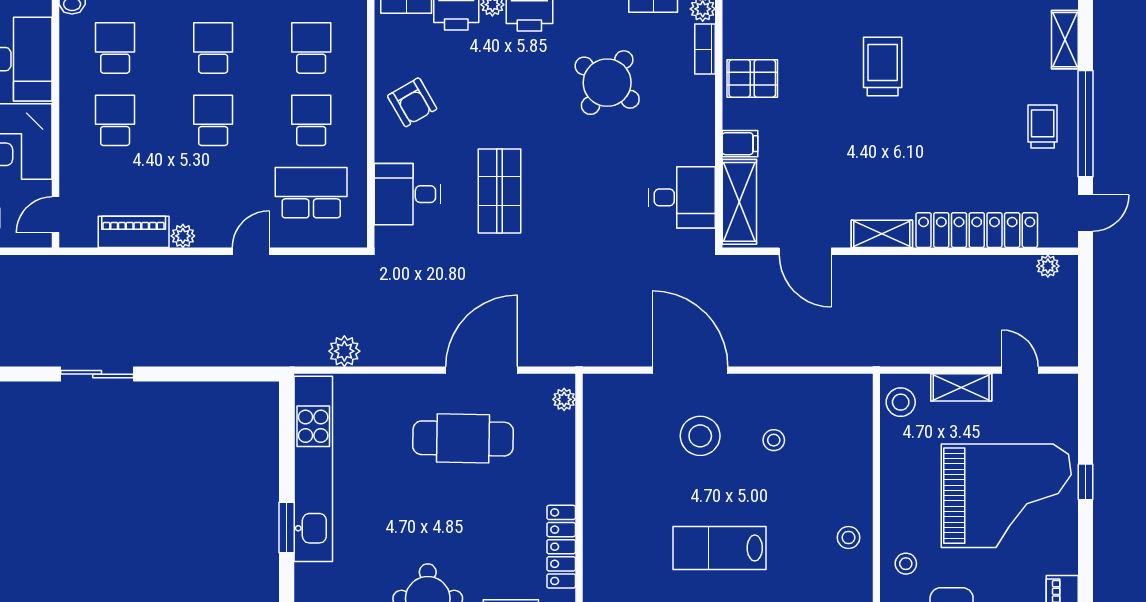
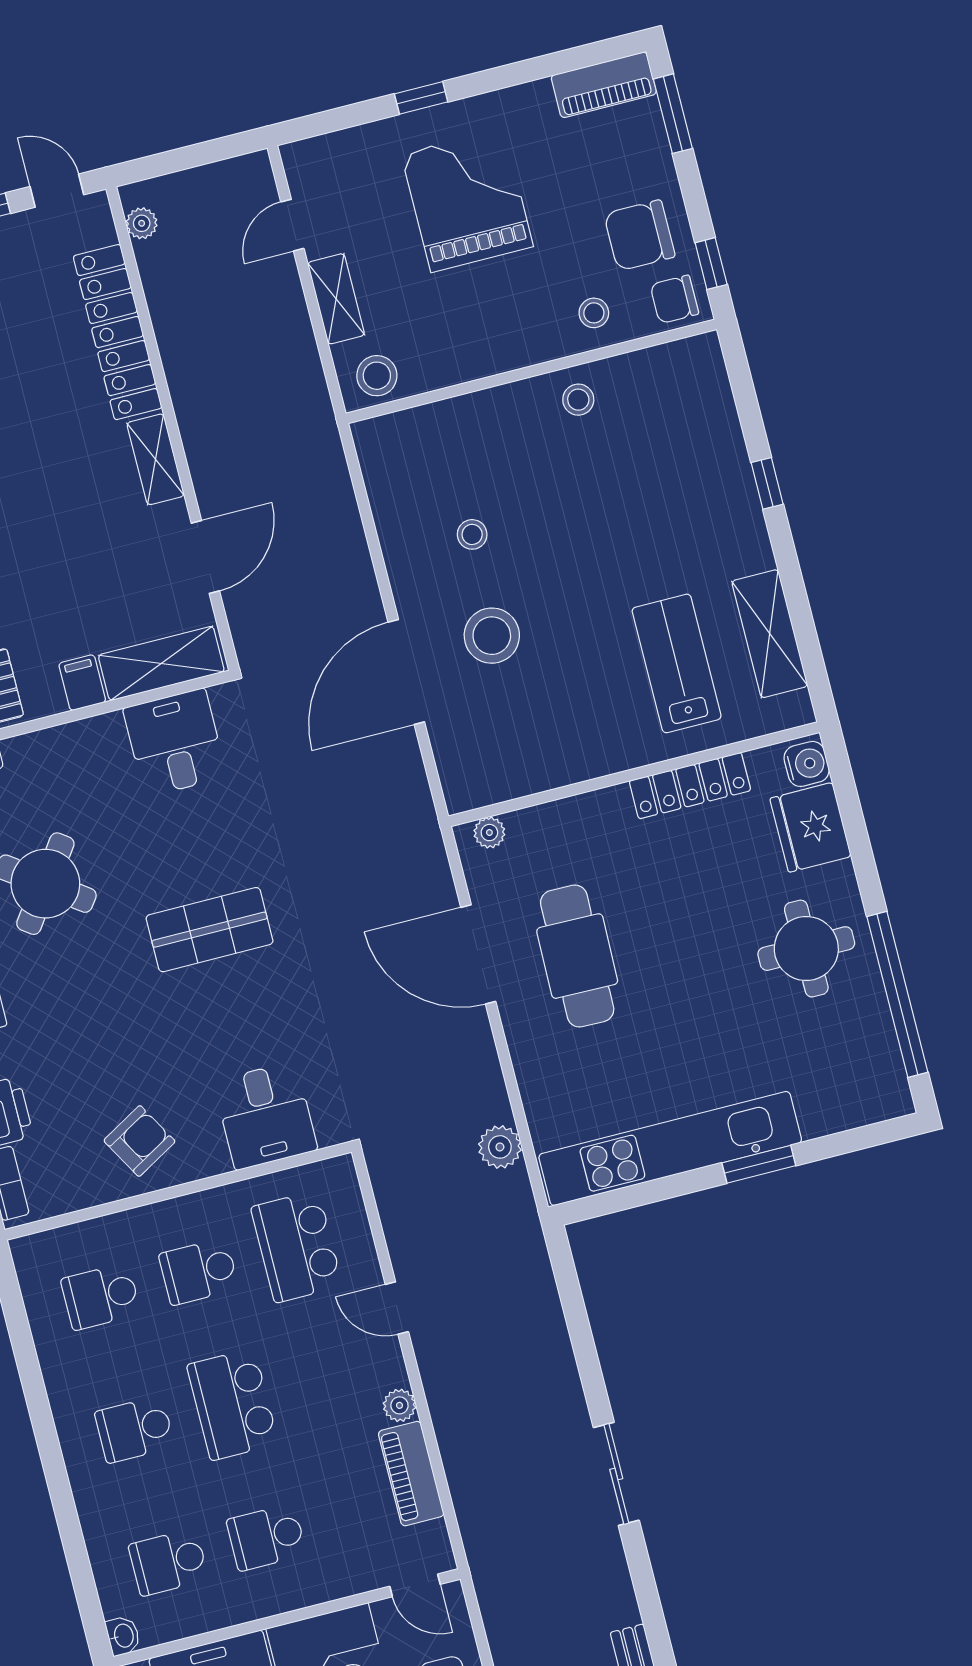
school desk: (213, 120) -> (233, 1404), width x1.85
shop shelf: (500, 191) -> (210, 930), moved
grand piano: (1006, 496) -> (467, 200), width x0.73, depth x0.68
lab bench: (720, 548) -> (677, 663), moved, turned 180

